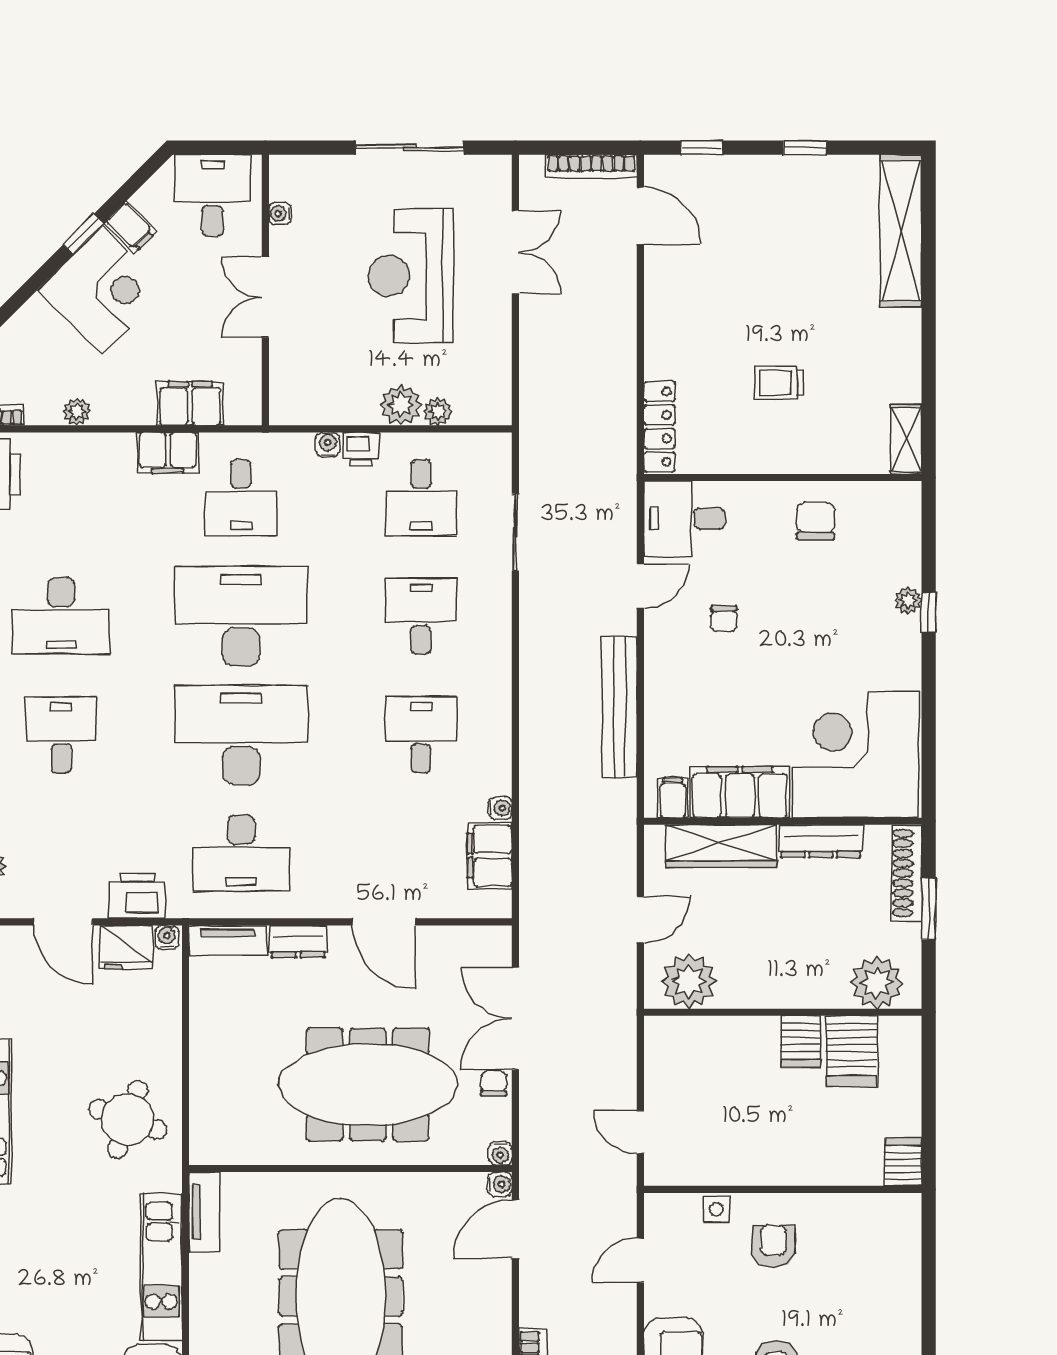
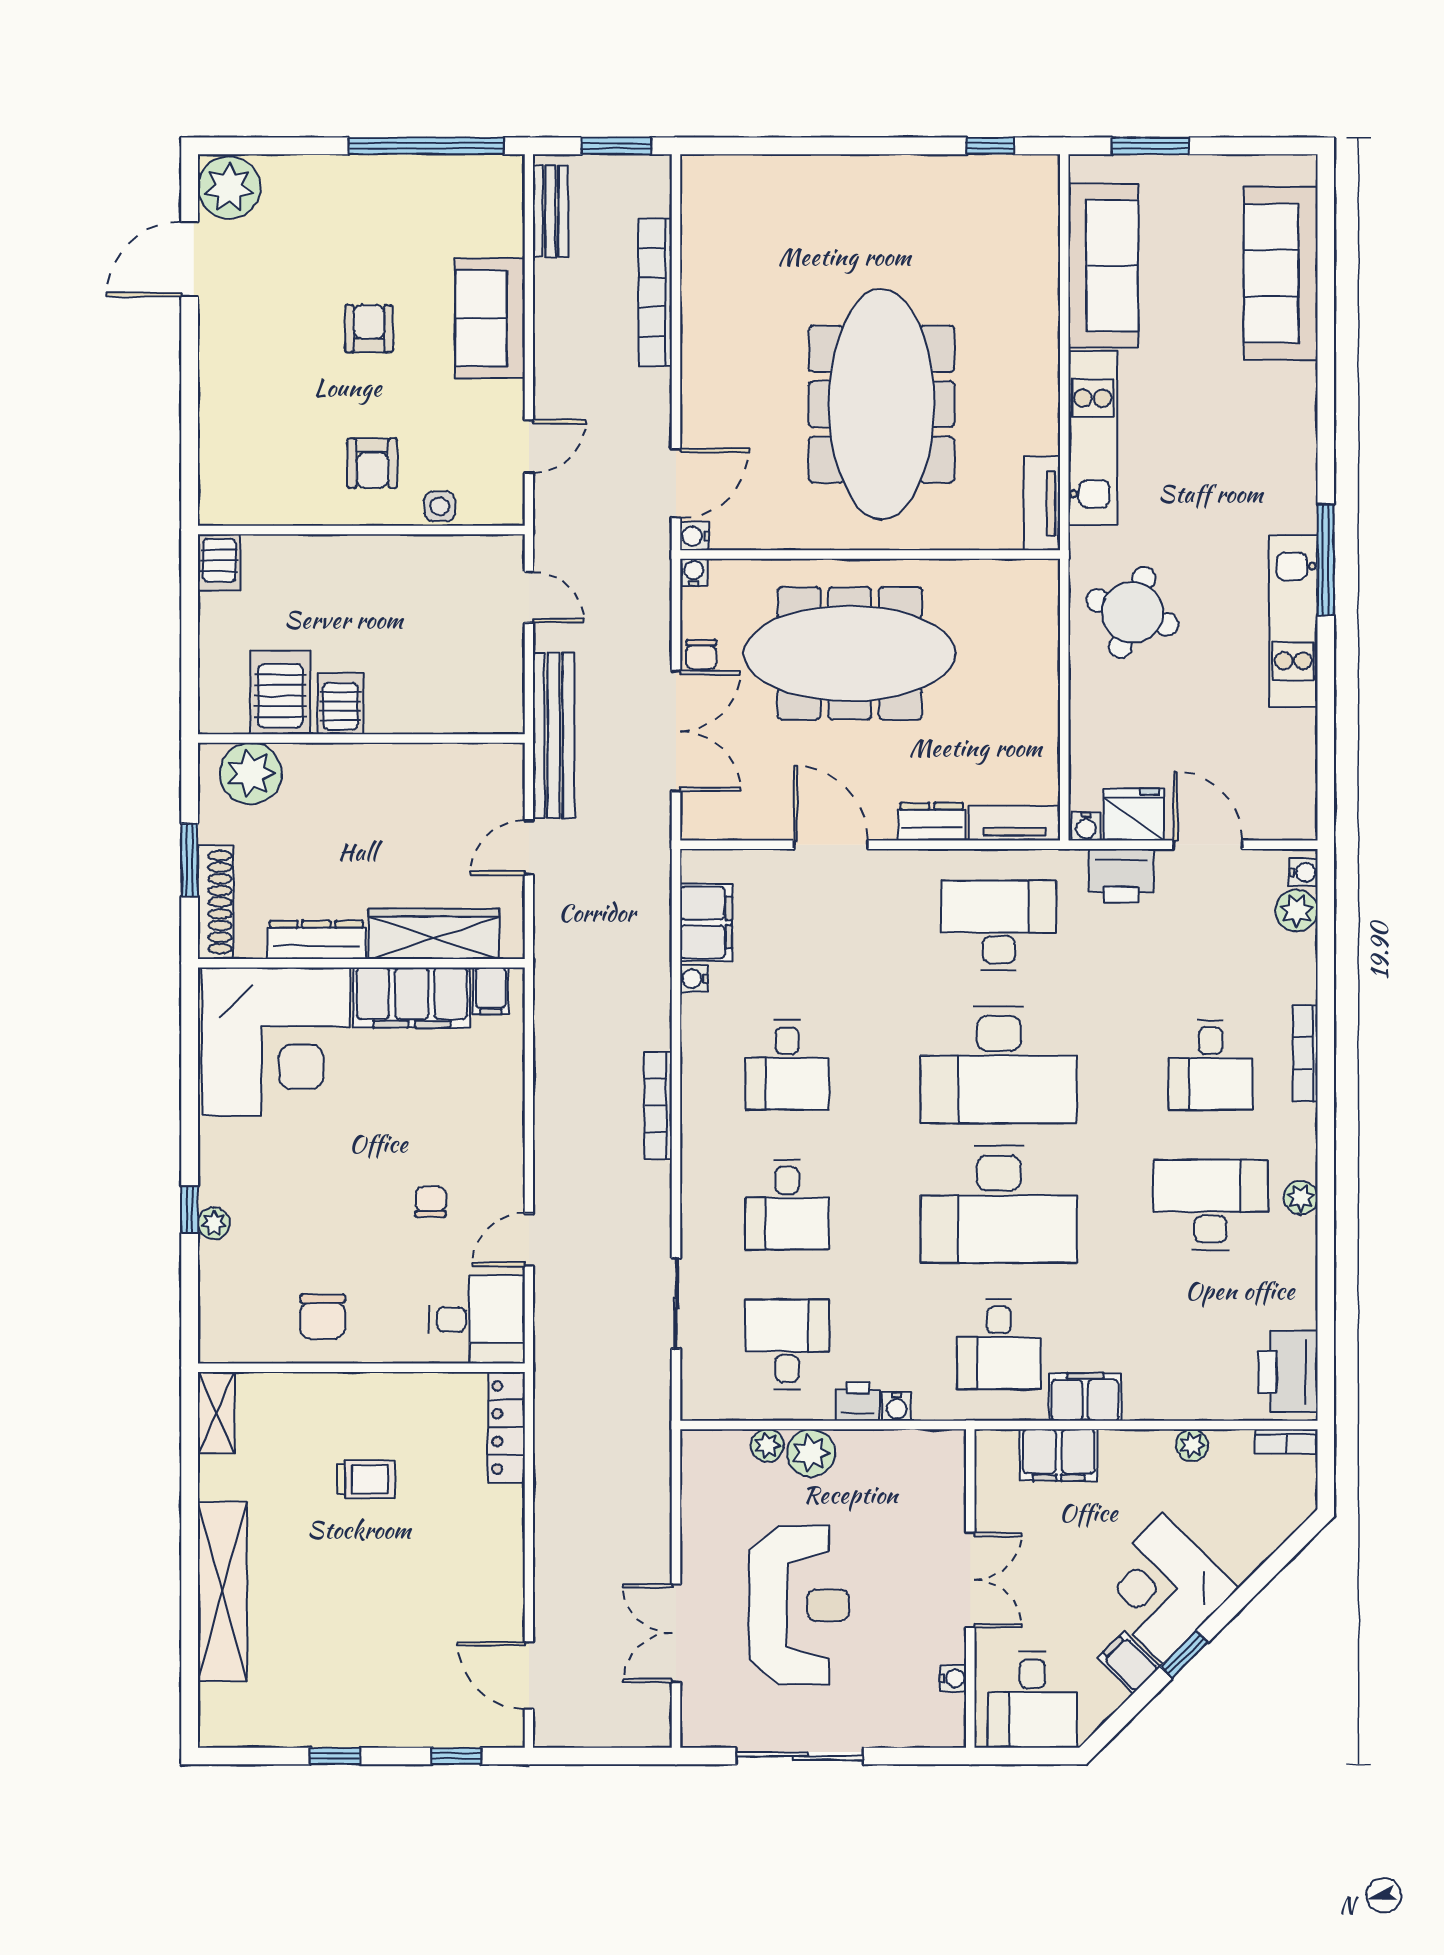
bookcase: (591, 166) -> (658, 1106), moved, turned -90
shelving: (901, 231) -> (222, 1592), moved
desk: (241, 497) -> (999, 1344), turned 180
bench: (619, 707) -> (554, 735), moved
plant: (689, 981) -> (472, 775), removed

